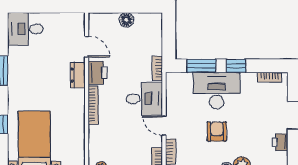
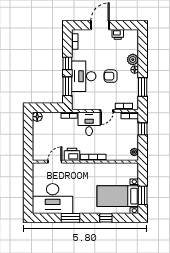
floor lamp: (126, 20) -> (37, 117), moved
desk: (25, 29) -> (53, 199), width x1.87, depth x1.30
dresser: (78, 75) -> (73, 167), removed

